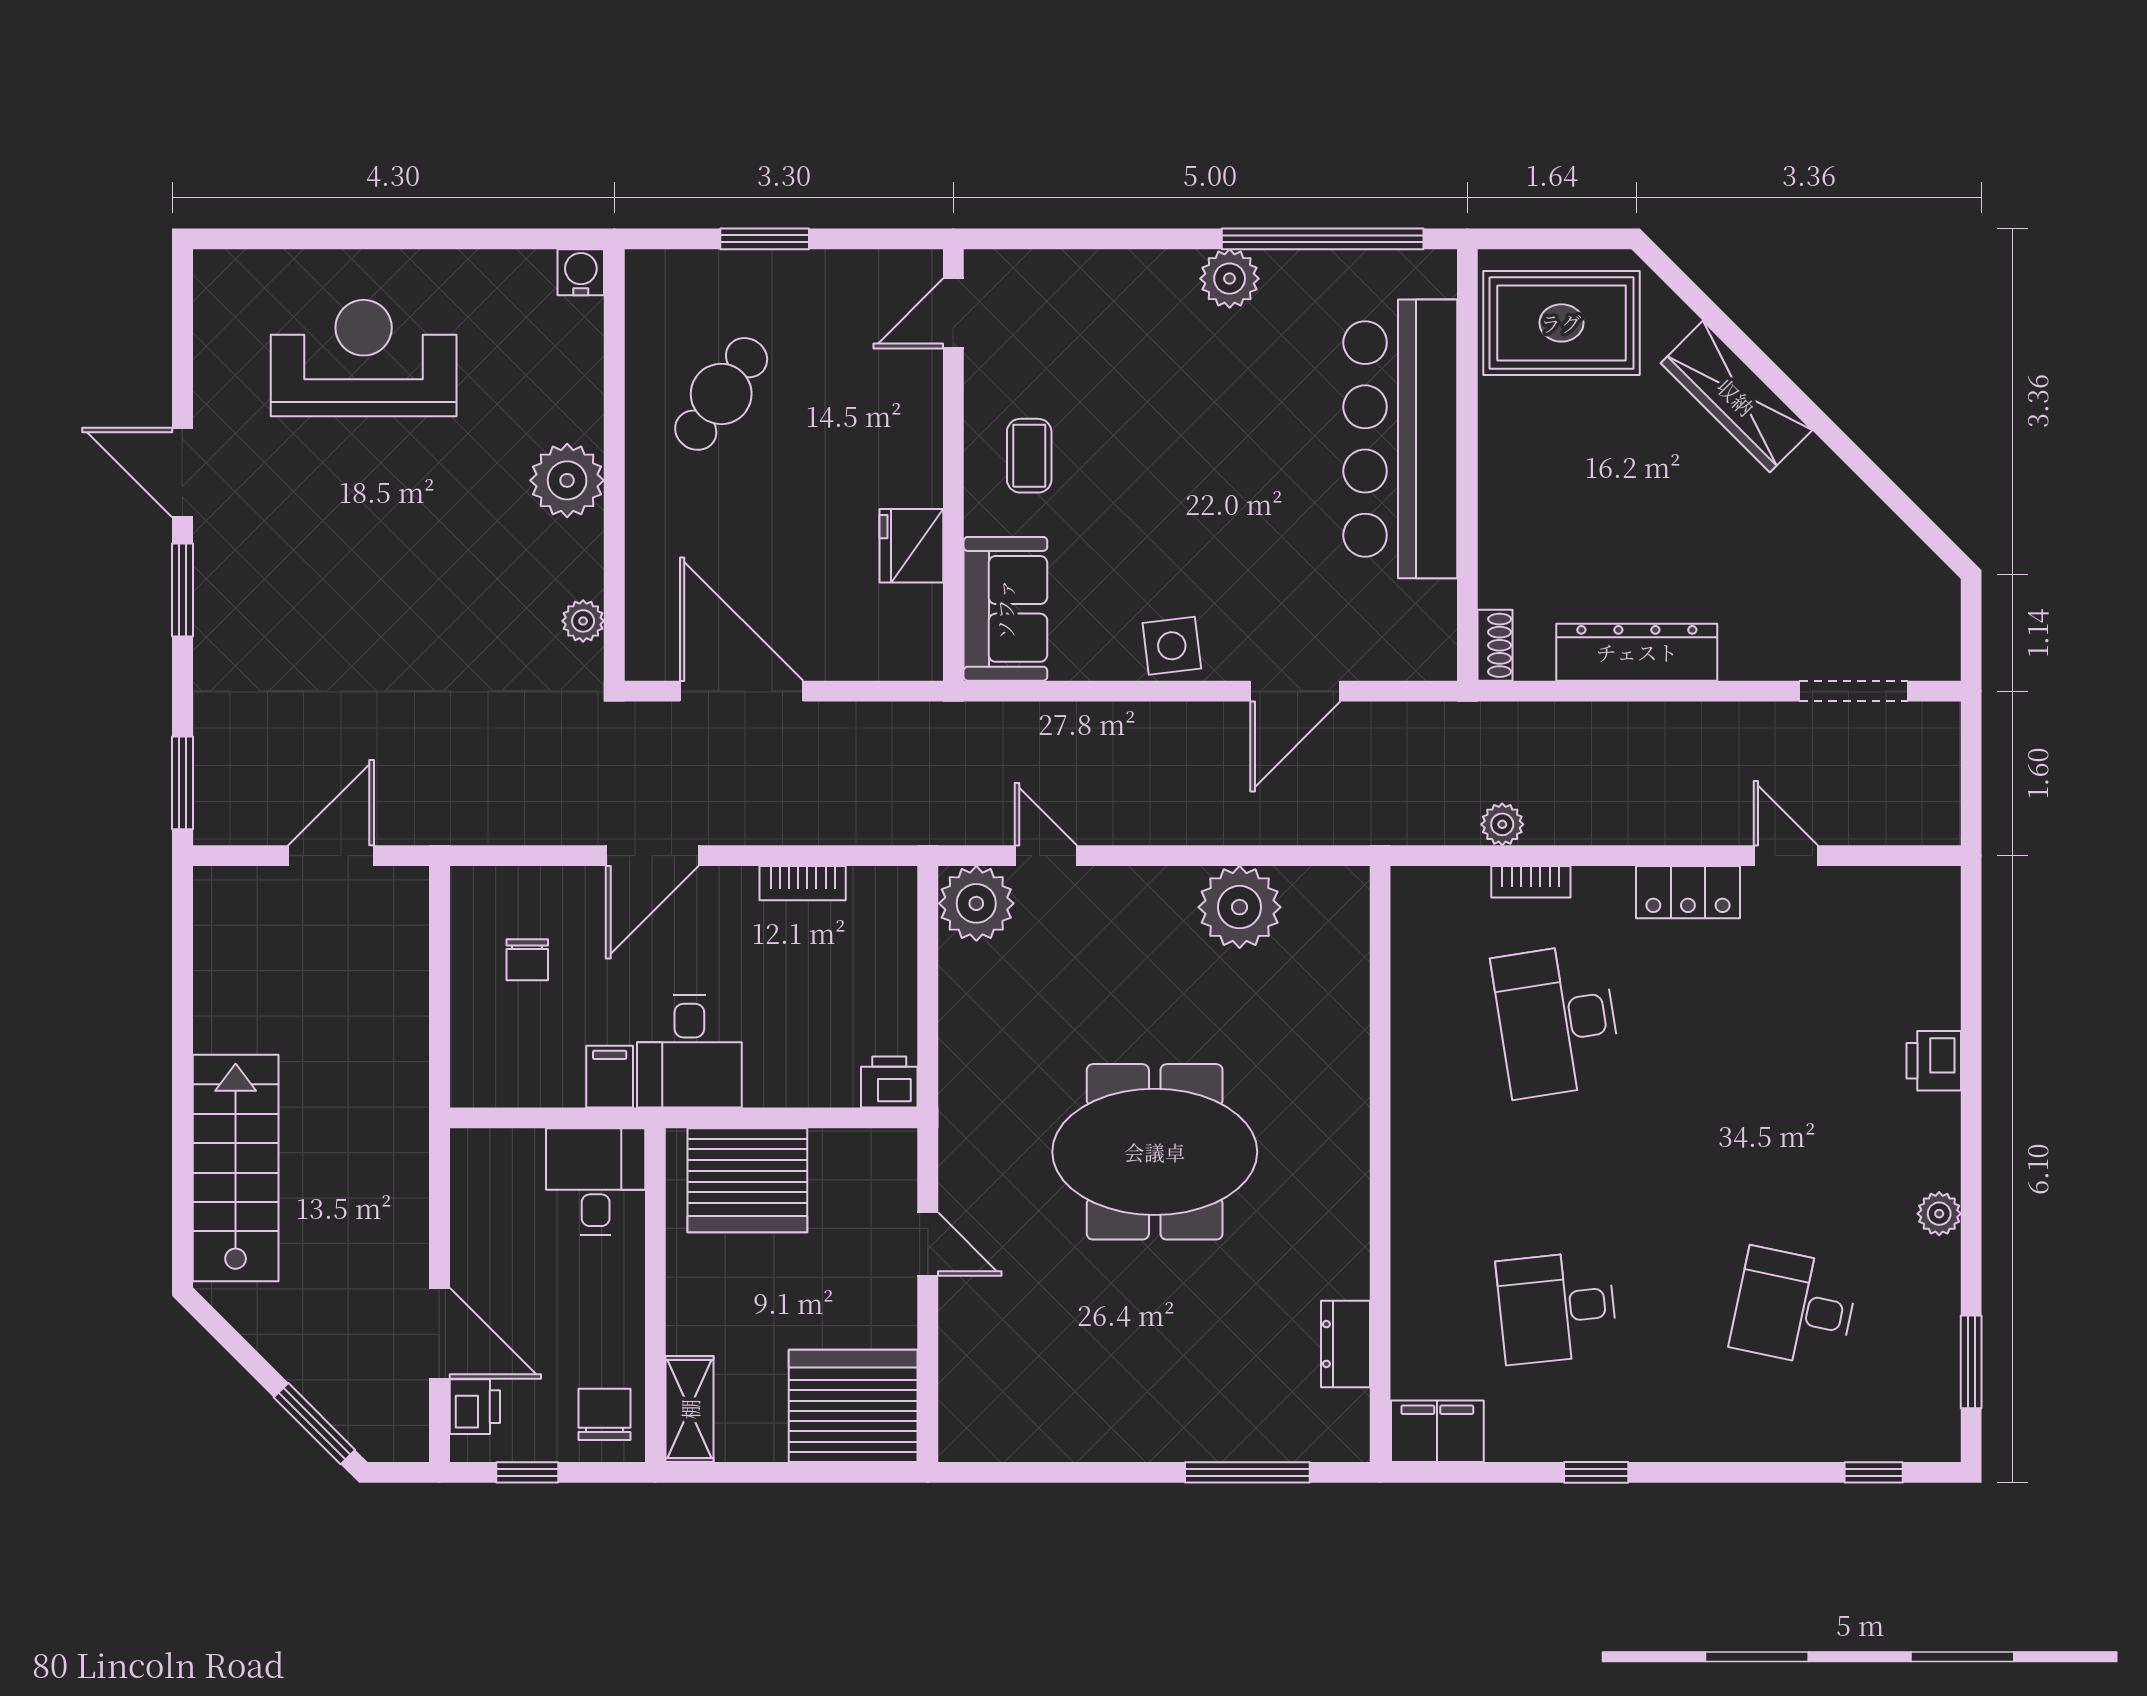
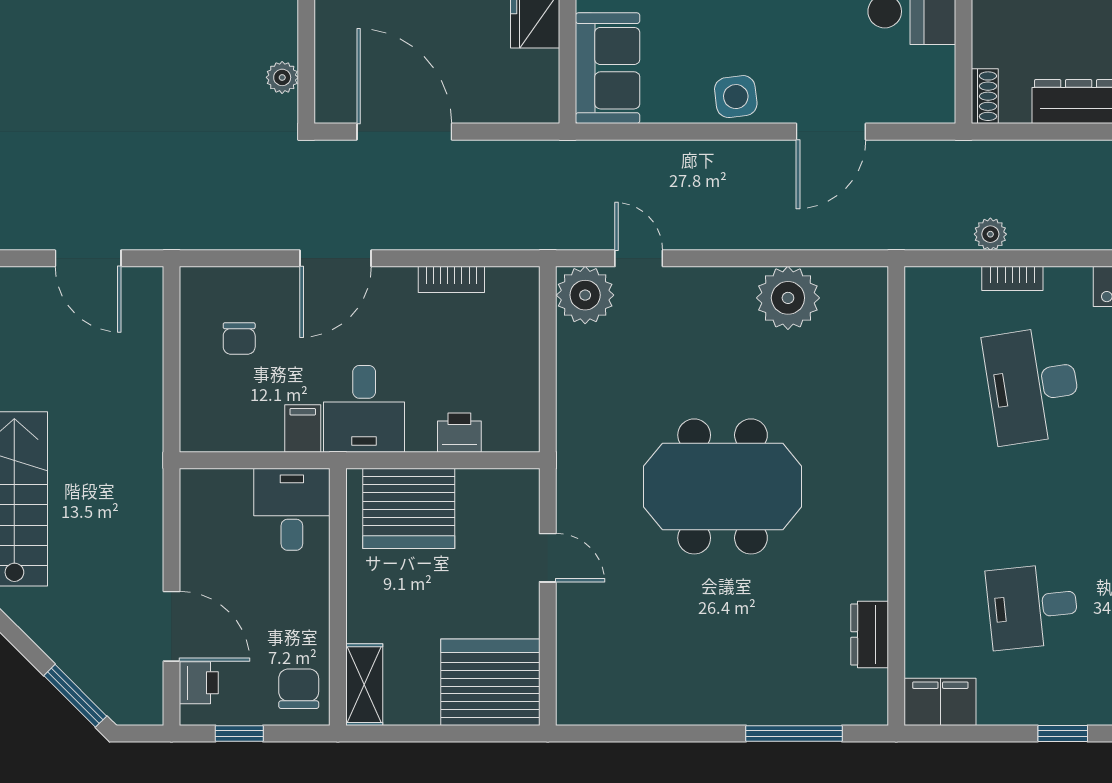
door: (331, 856) -> (88, 258), swing flipped
printer: (889, 1082) -> (459, 433), moved

